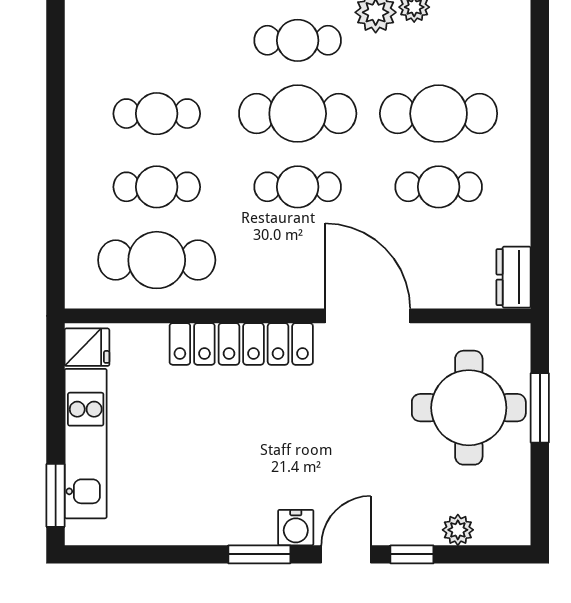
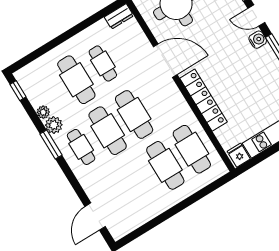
cafe table: (157, 114) -> (139, 182), removed
cafe table: (157, 187) -> (165, 165), width x1.37, depth x1.35
cafe table: (298, 187) -> (134, 114), width x1.37, depth x1.35
door: (368, 316) -> (165, 61), swing flipped

